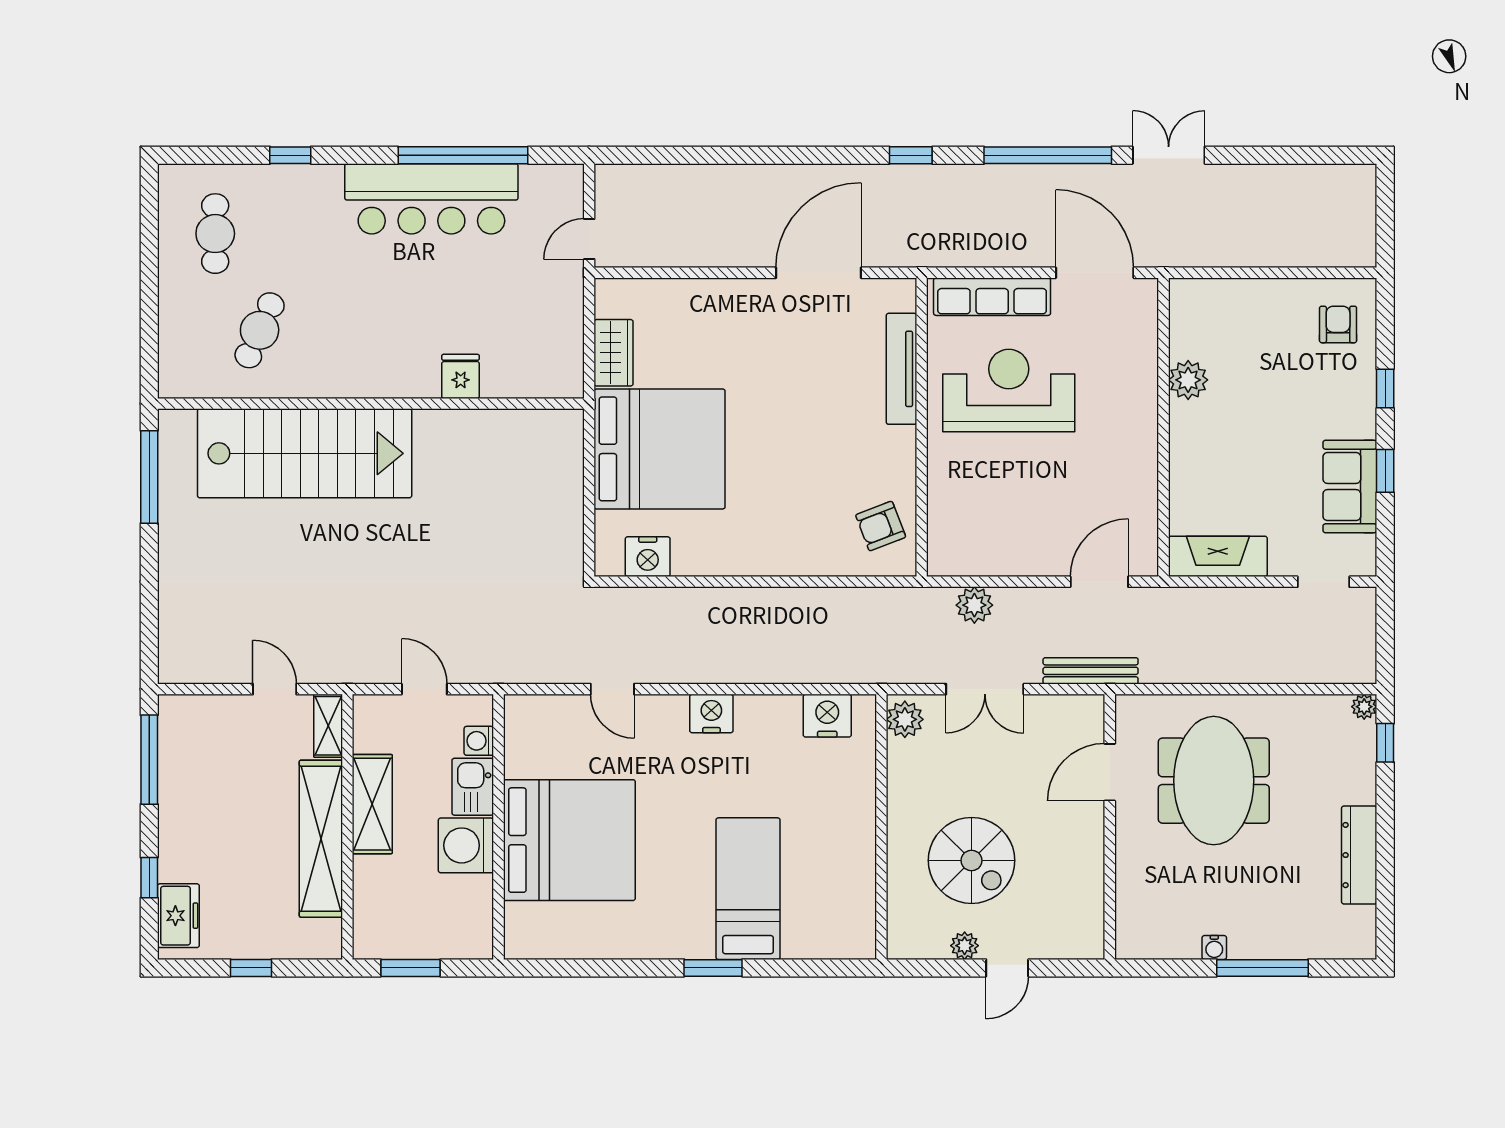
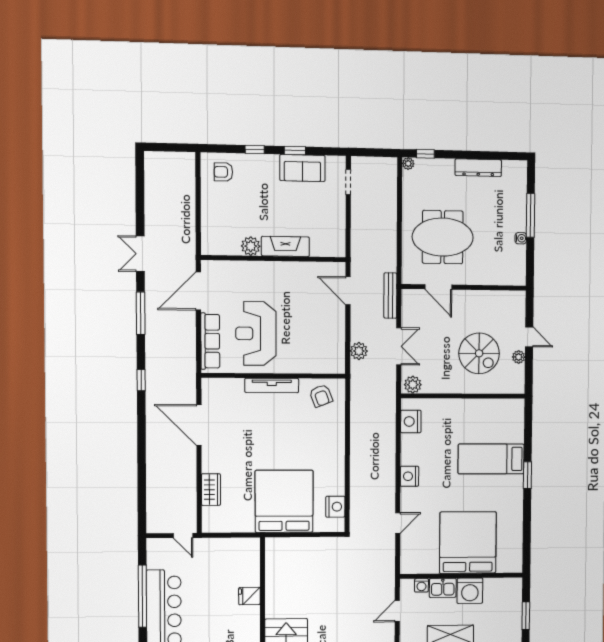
window: (1048, 155) -> (141, 313), width x0.68
wardrobe: (614, 353) -> (211, 490), moved, turned 90
tv unit: (902, 369) -> (272, 385), moved
fireplace: (1218, 556) -> (285, 246), moved, turned 90
spiral stairs: (972, 860) -> (479, 353), turned 90

